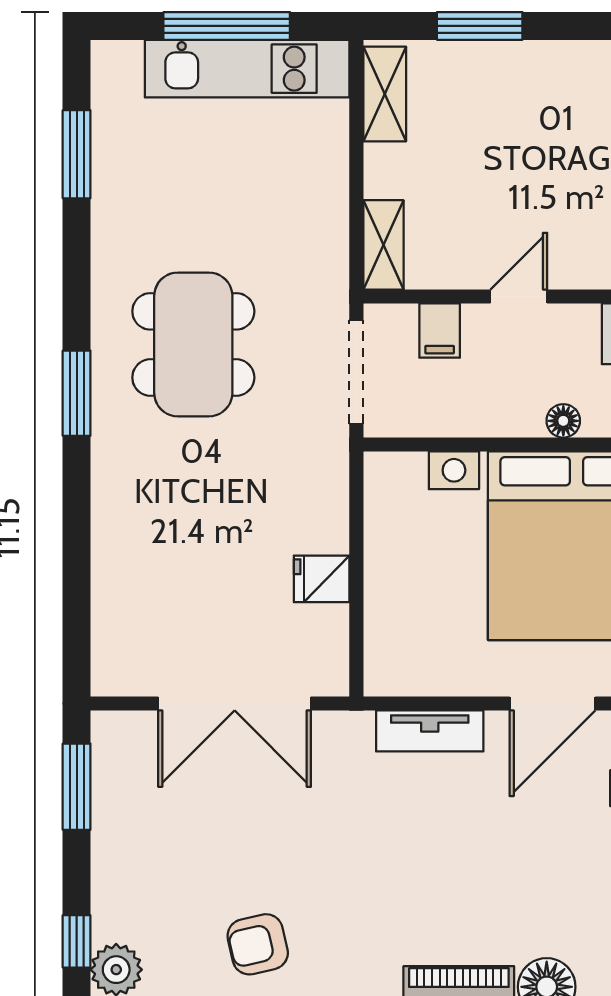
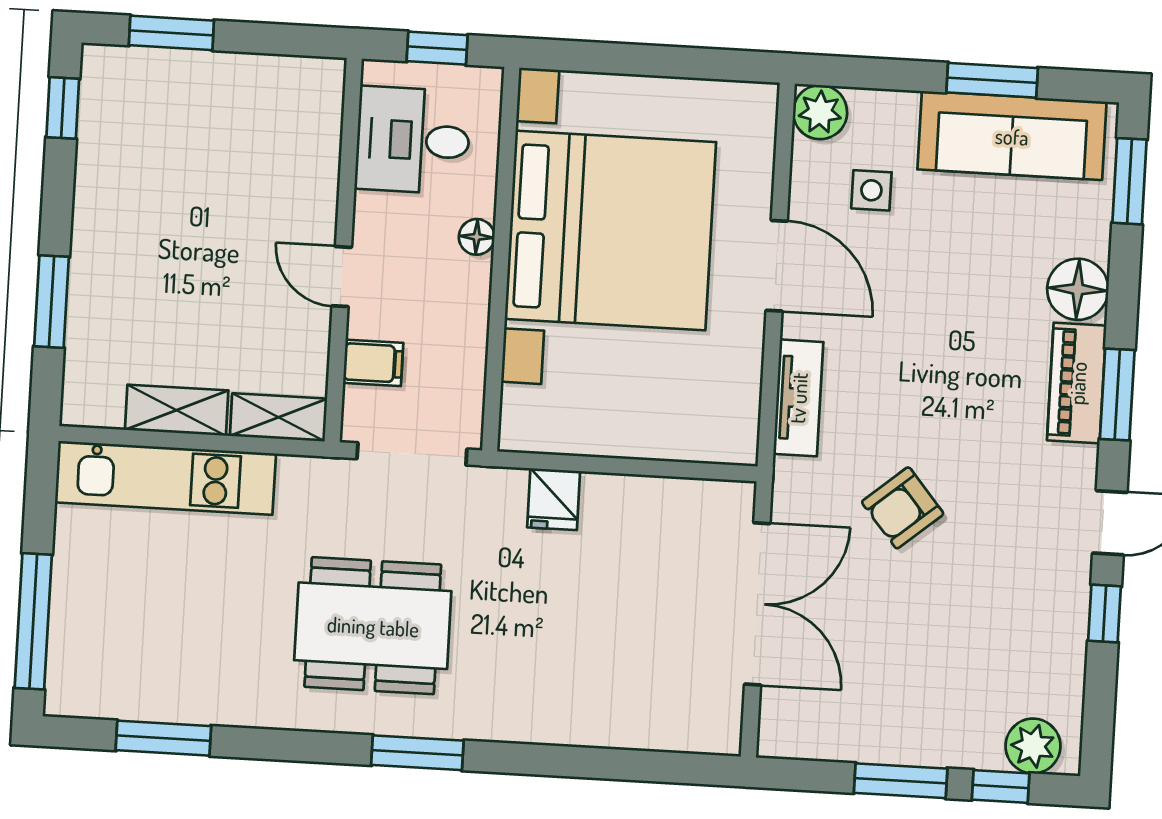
window: (227, 26) -> (33, 621), moved
kitchen unit: (247, 69) -> (165, 478), moved, turned 90
shelving: (385, 94) -> (177, 410), moved
fridge: (322, 579) -> (554, 499), moved
window: (77, 787) -> (901, 781), moved
armchair: (258, 944) -> (903, 508), moved, turned 63

